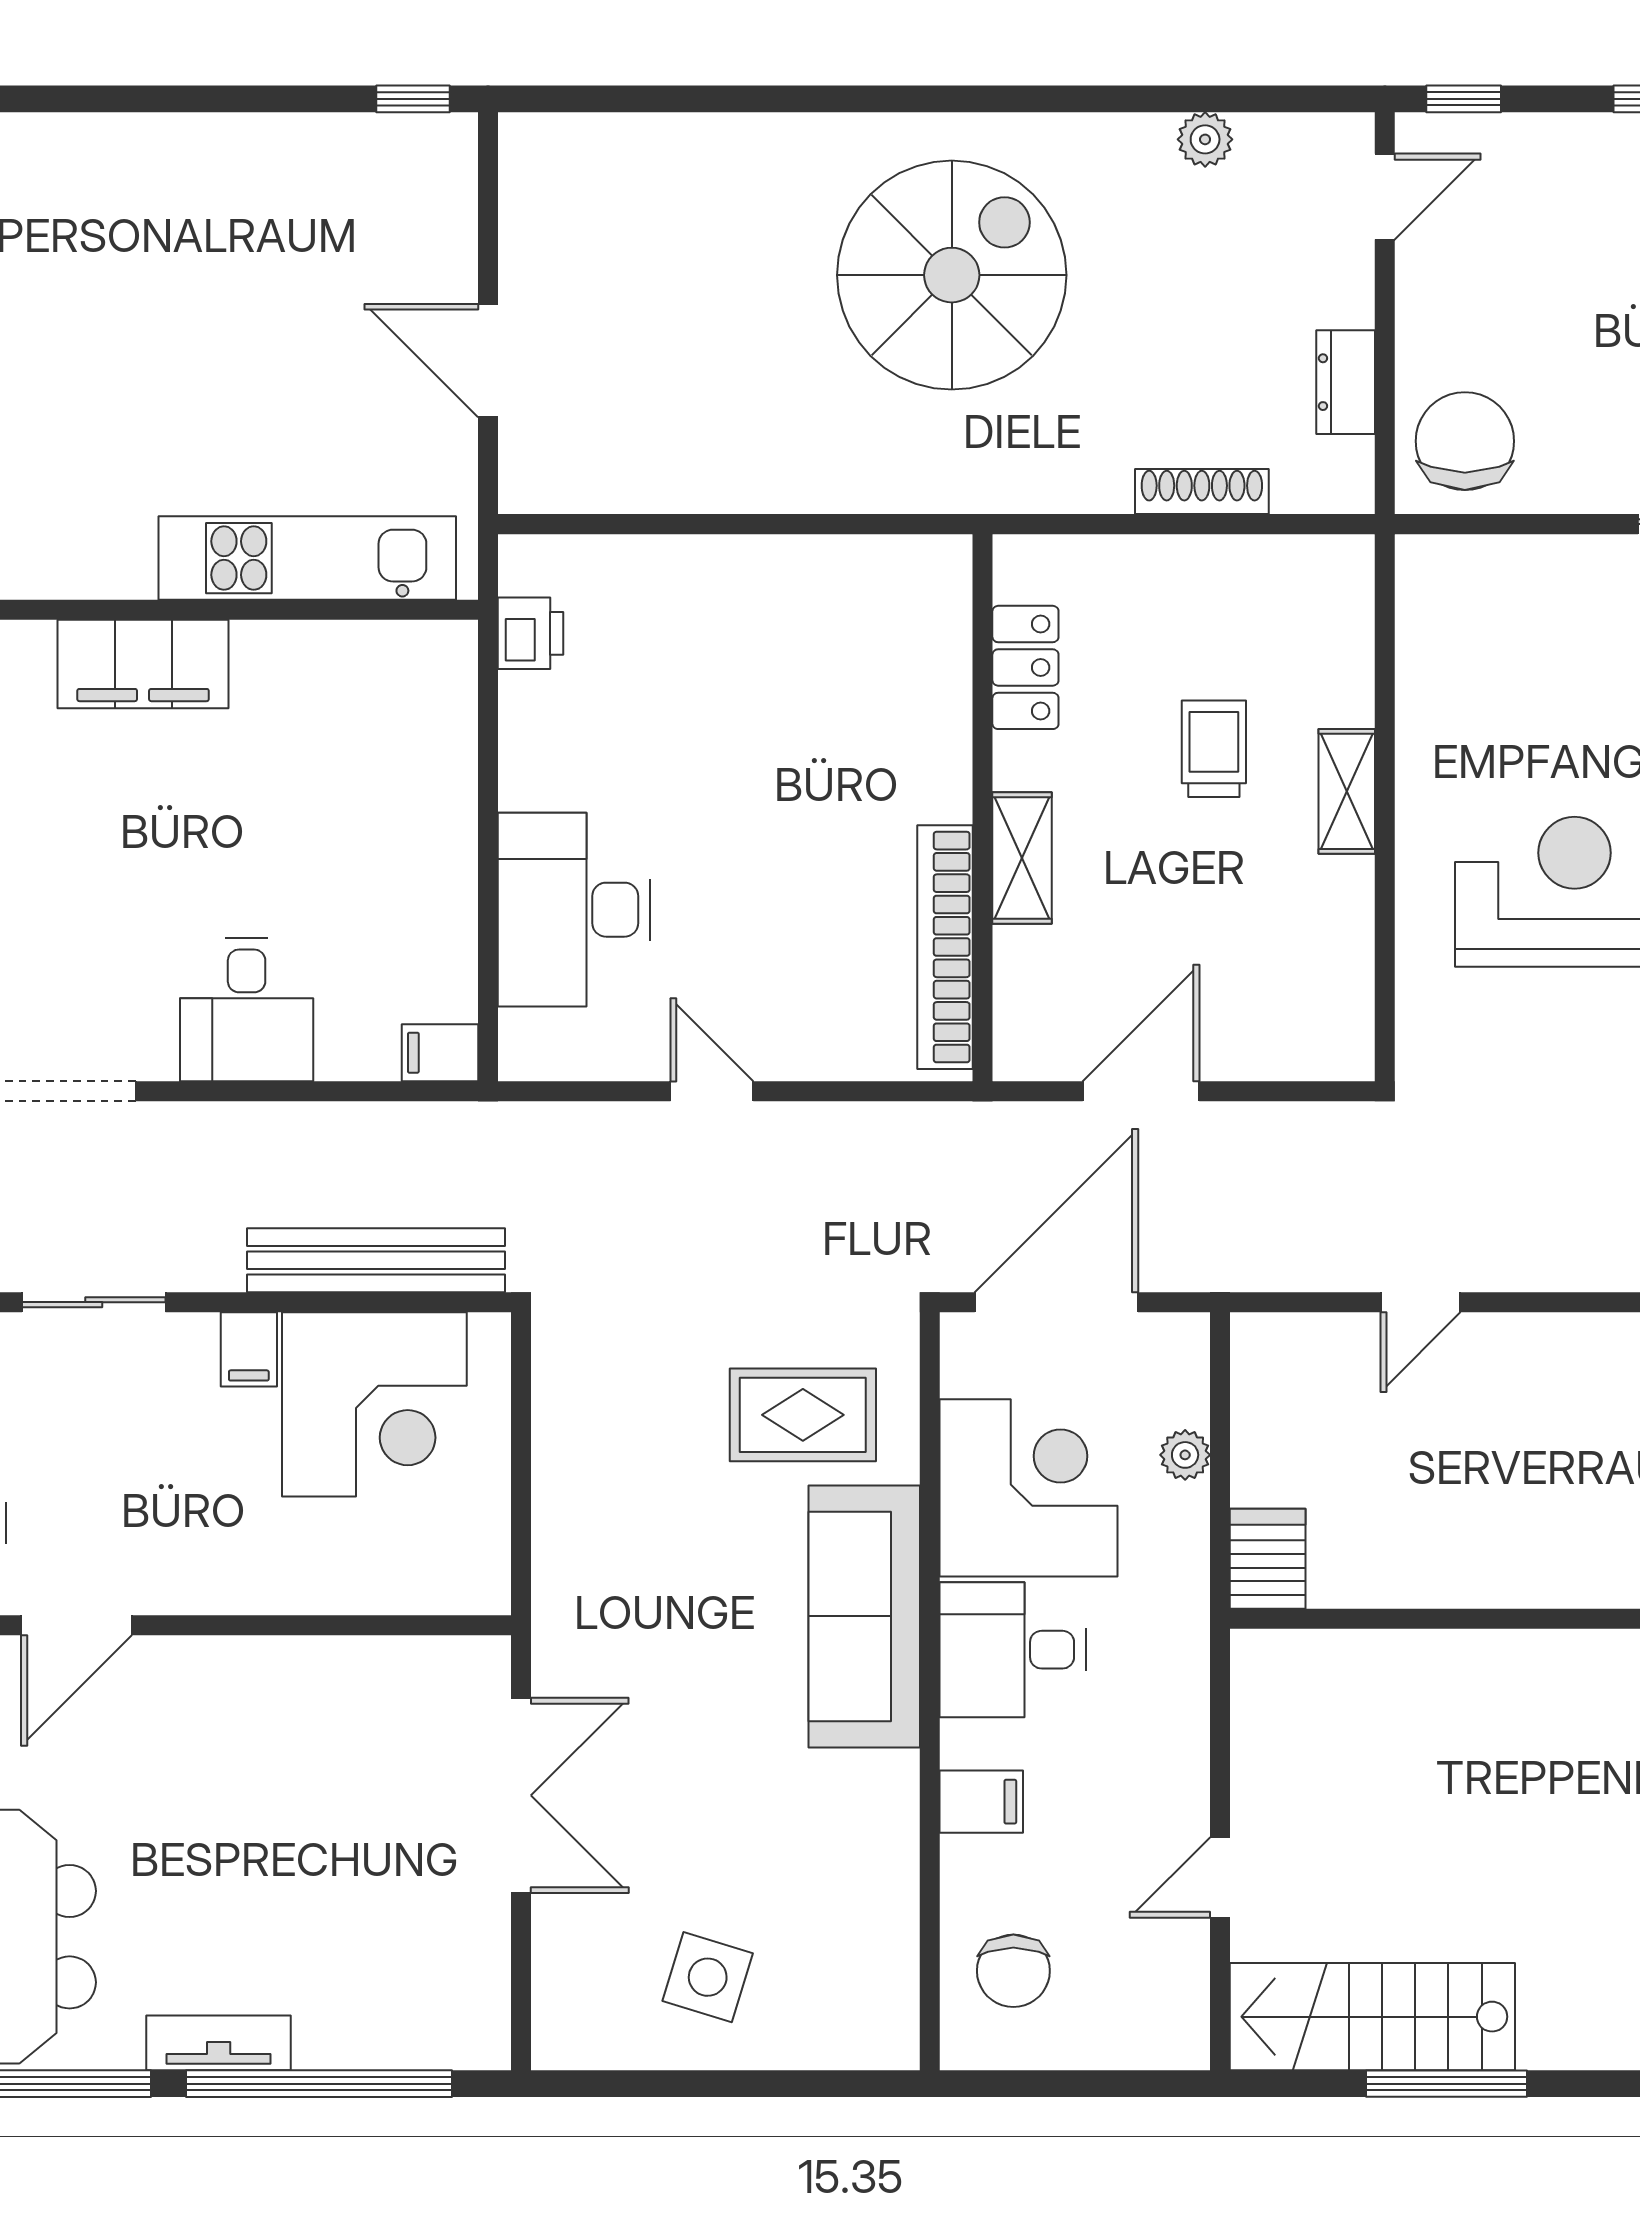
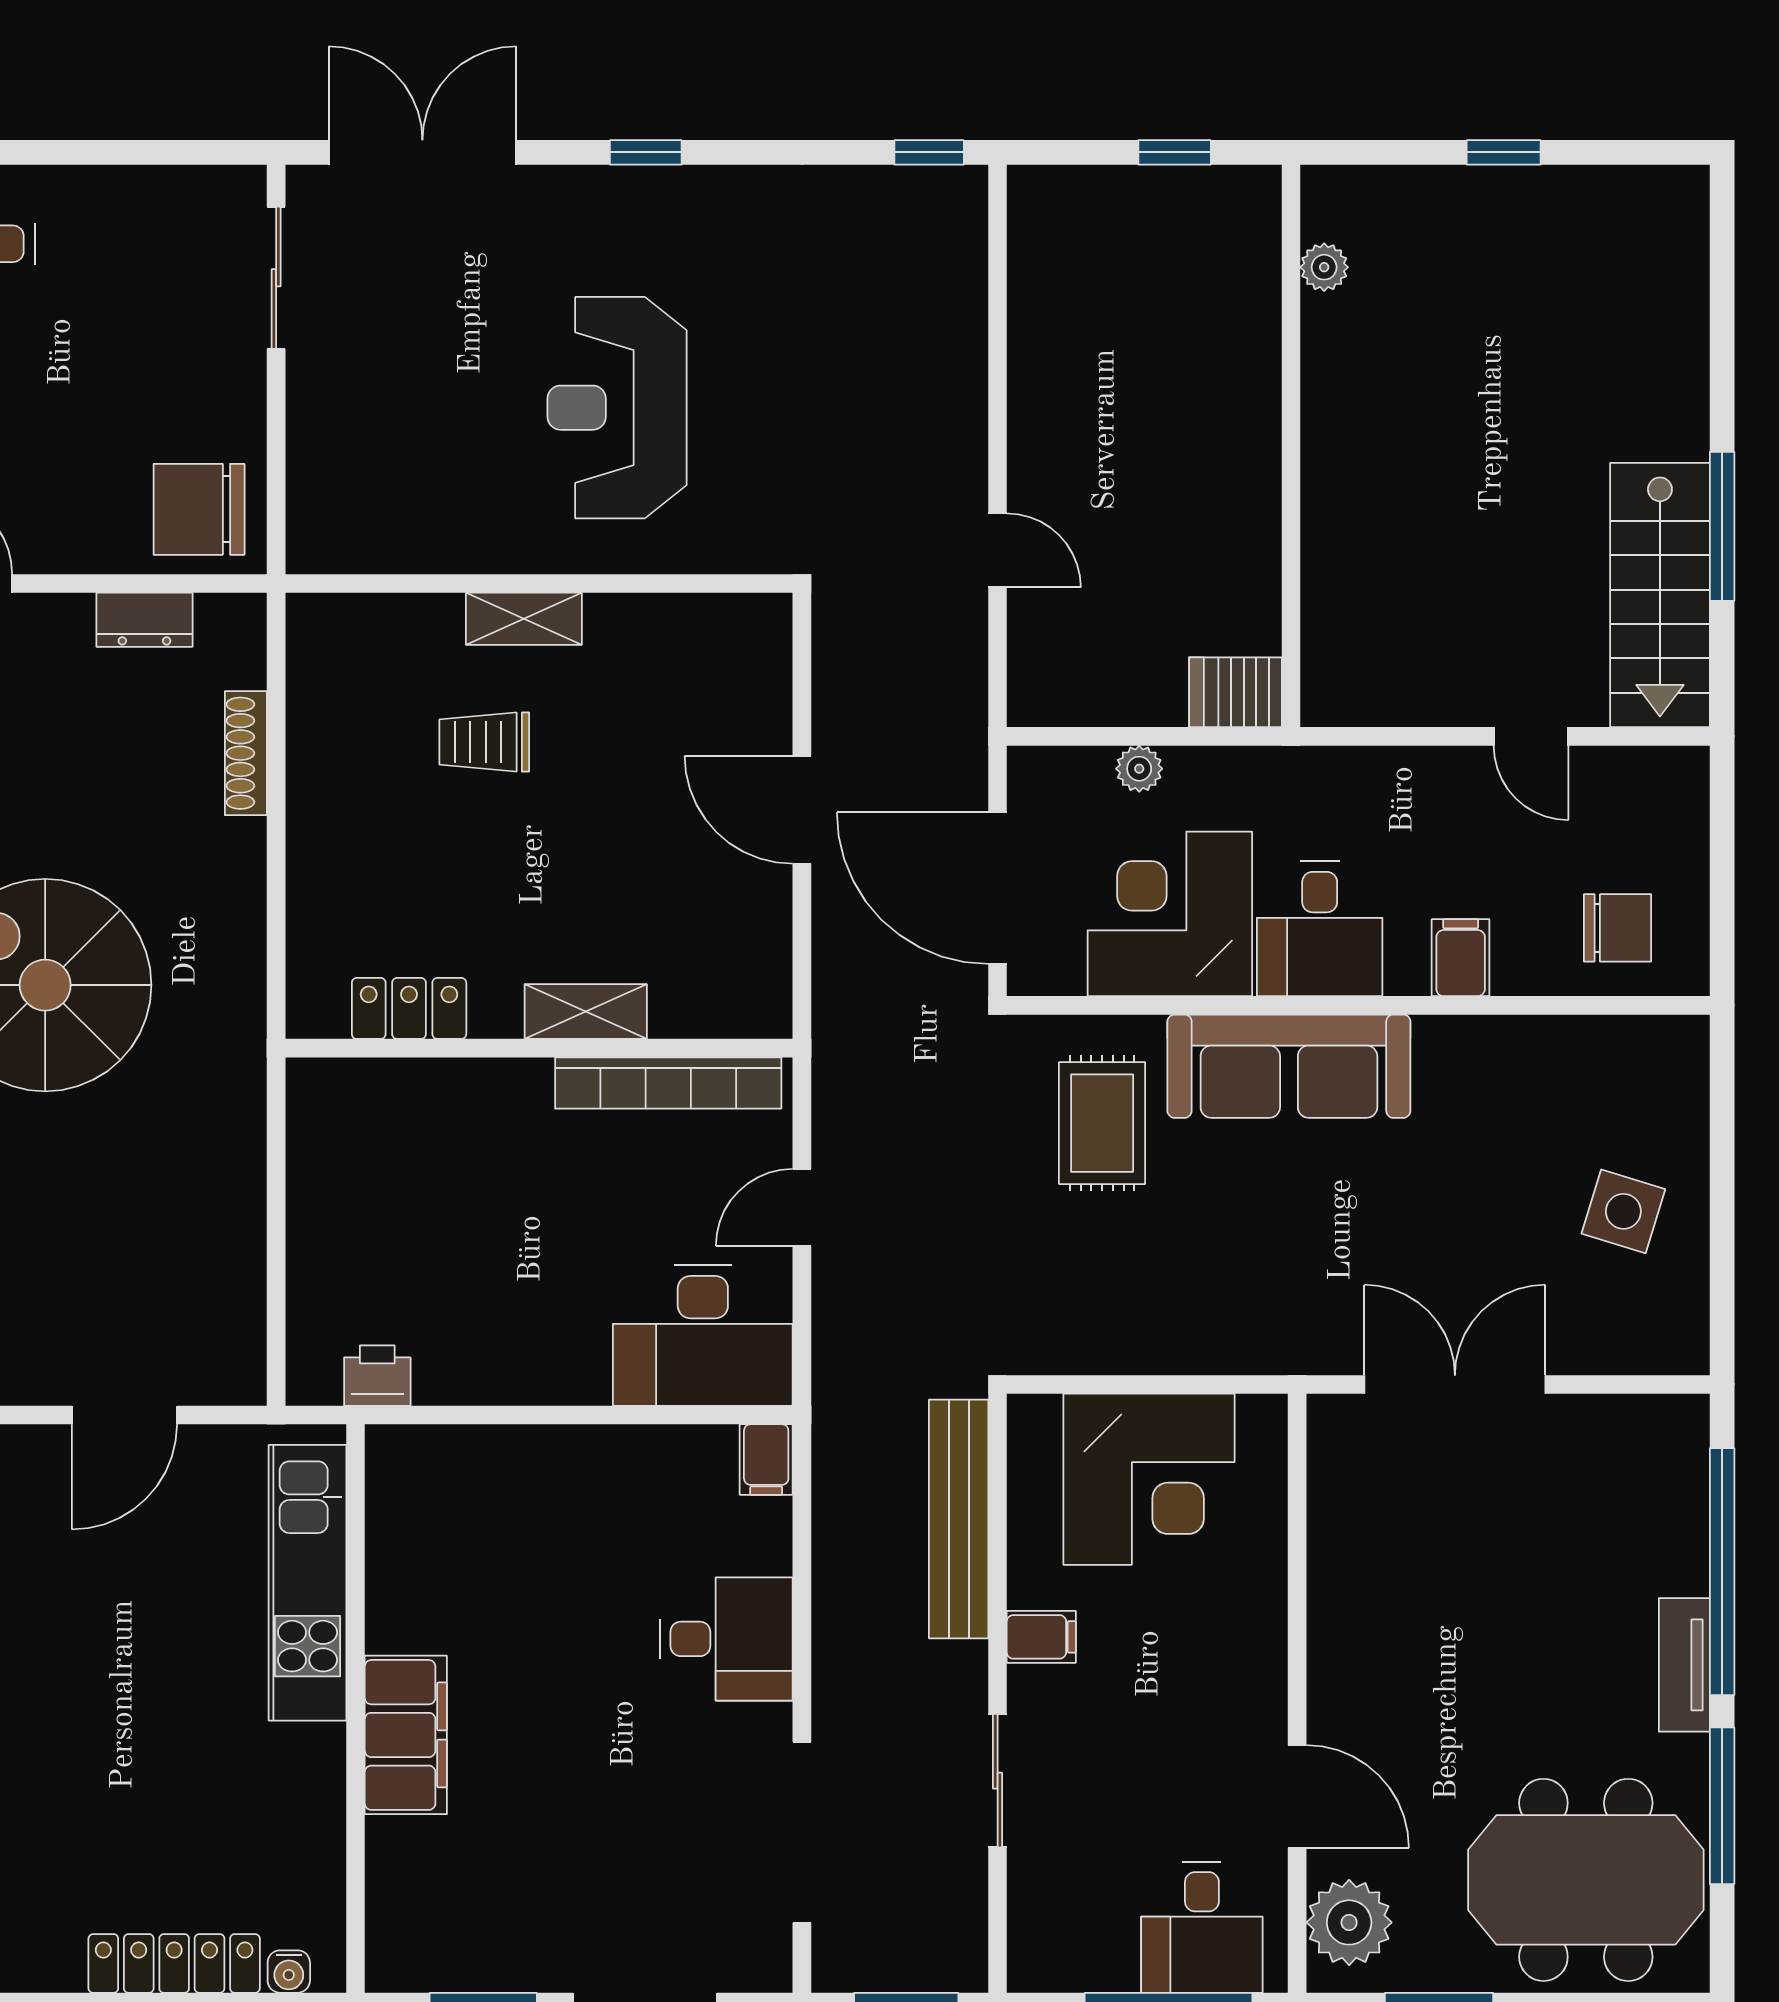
locker: (1025, 667) -> (409, 1008), moved
wall: (983, 808) -> (539, 1048), moved
shelving: (1022, 858) -> (586, 1012), moved
desk: (574, 910) -> (703, 1335), moved
bookcase: (945, 947) -> (668, 1083), moved
corner desk: (374, 1404) -> (1149, 1479), moved, turned 90

